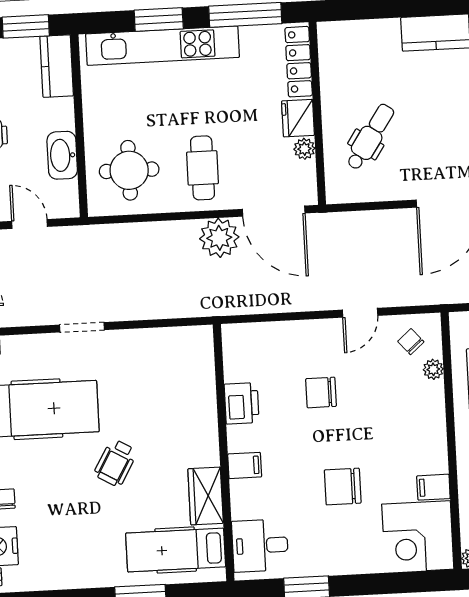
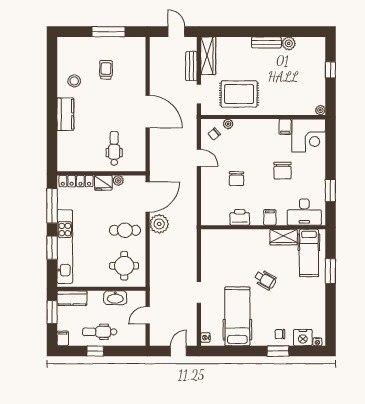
dental chair: (370, 137) -> (114, 148), turned 56
desk: (260, 545) -> (304, 212), width x1.37

